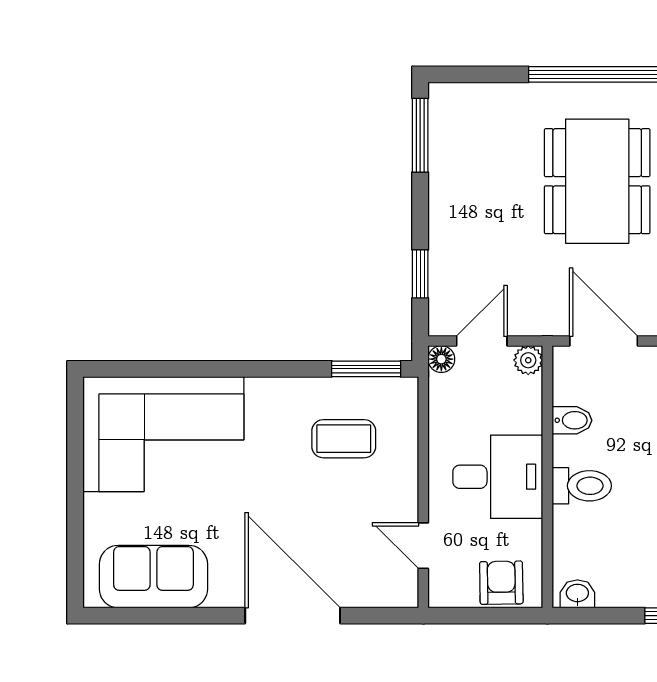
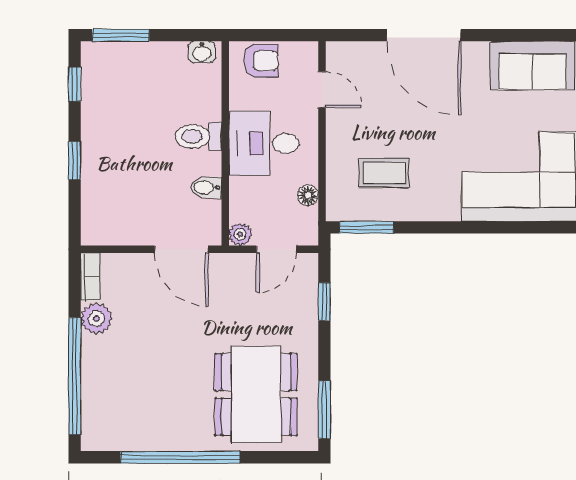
dining table: (597, 181) -> (256, 394), moved
floor lamp: (441, 359) -> (308, 195), moved
armchair: (501, 583) -> (261, 61), turned -89

